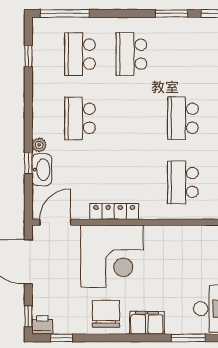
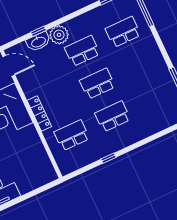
school desk: (131, 54) -> (97, 84), moved
plant: (39, 145) -> (59, 35), width x1.88, depth x1.88
locker: (114, 212) -> (39, 113), moved

